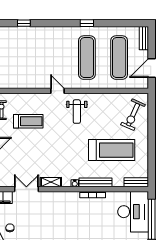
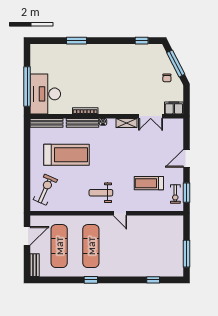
weight bench: (77, 112) -> (101, 193), turned -90
treadmill: (112, 150) -> (66, 155), turned 180
bench: (136, 182) -> (47, 123), width x1.36

